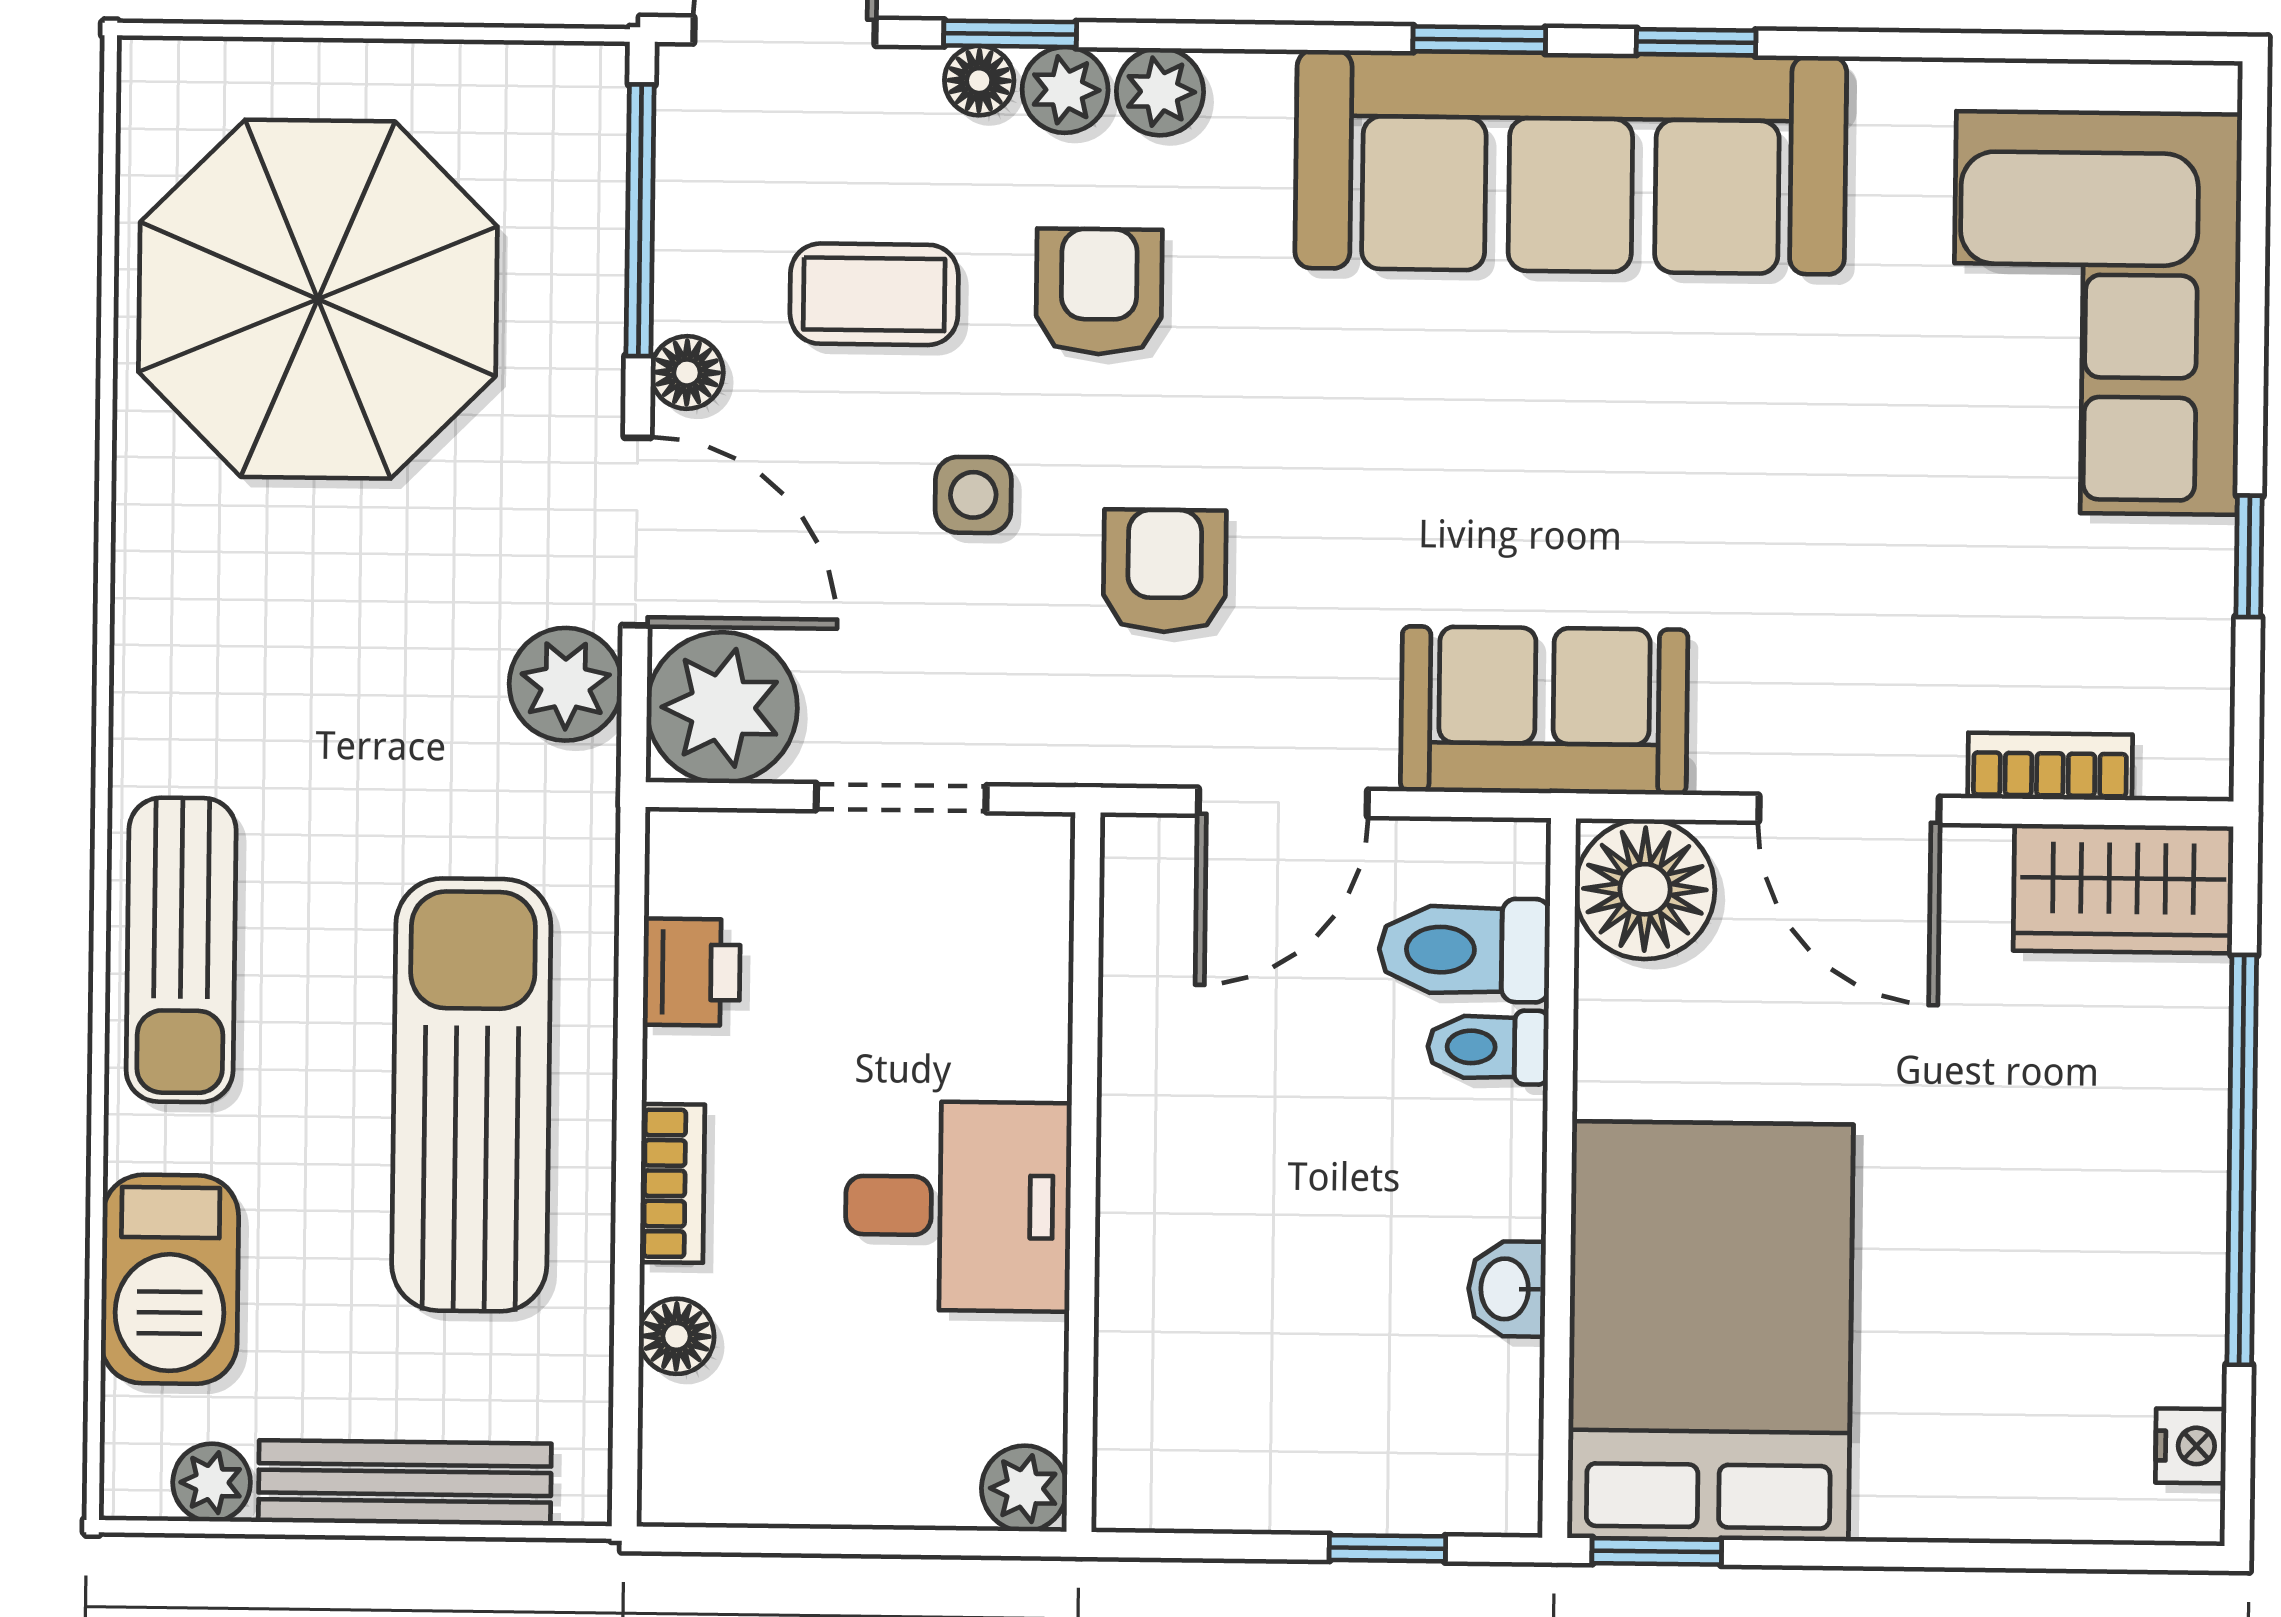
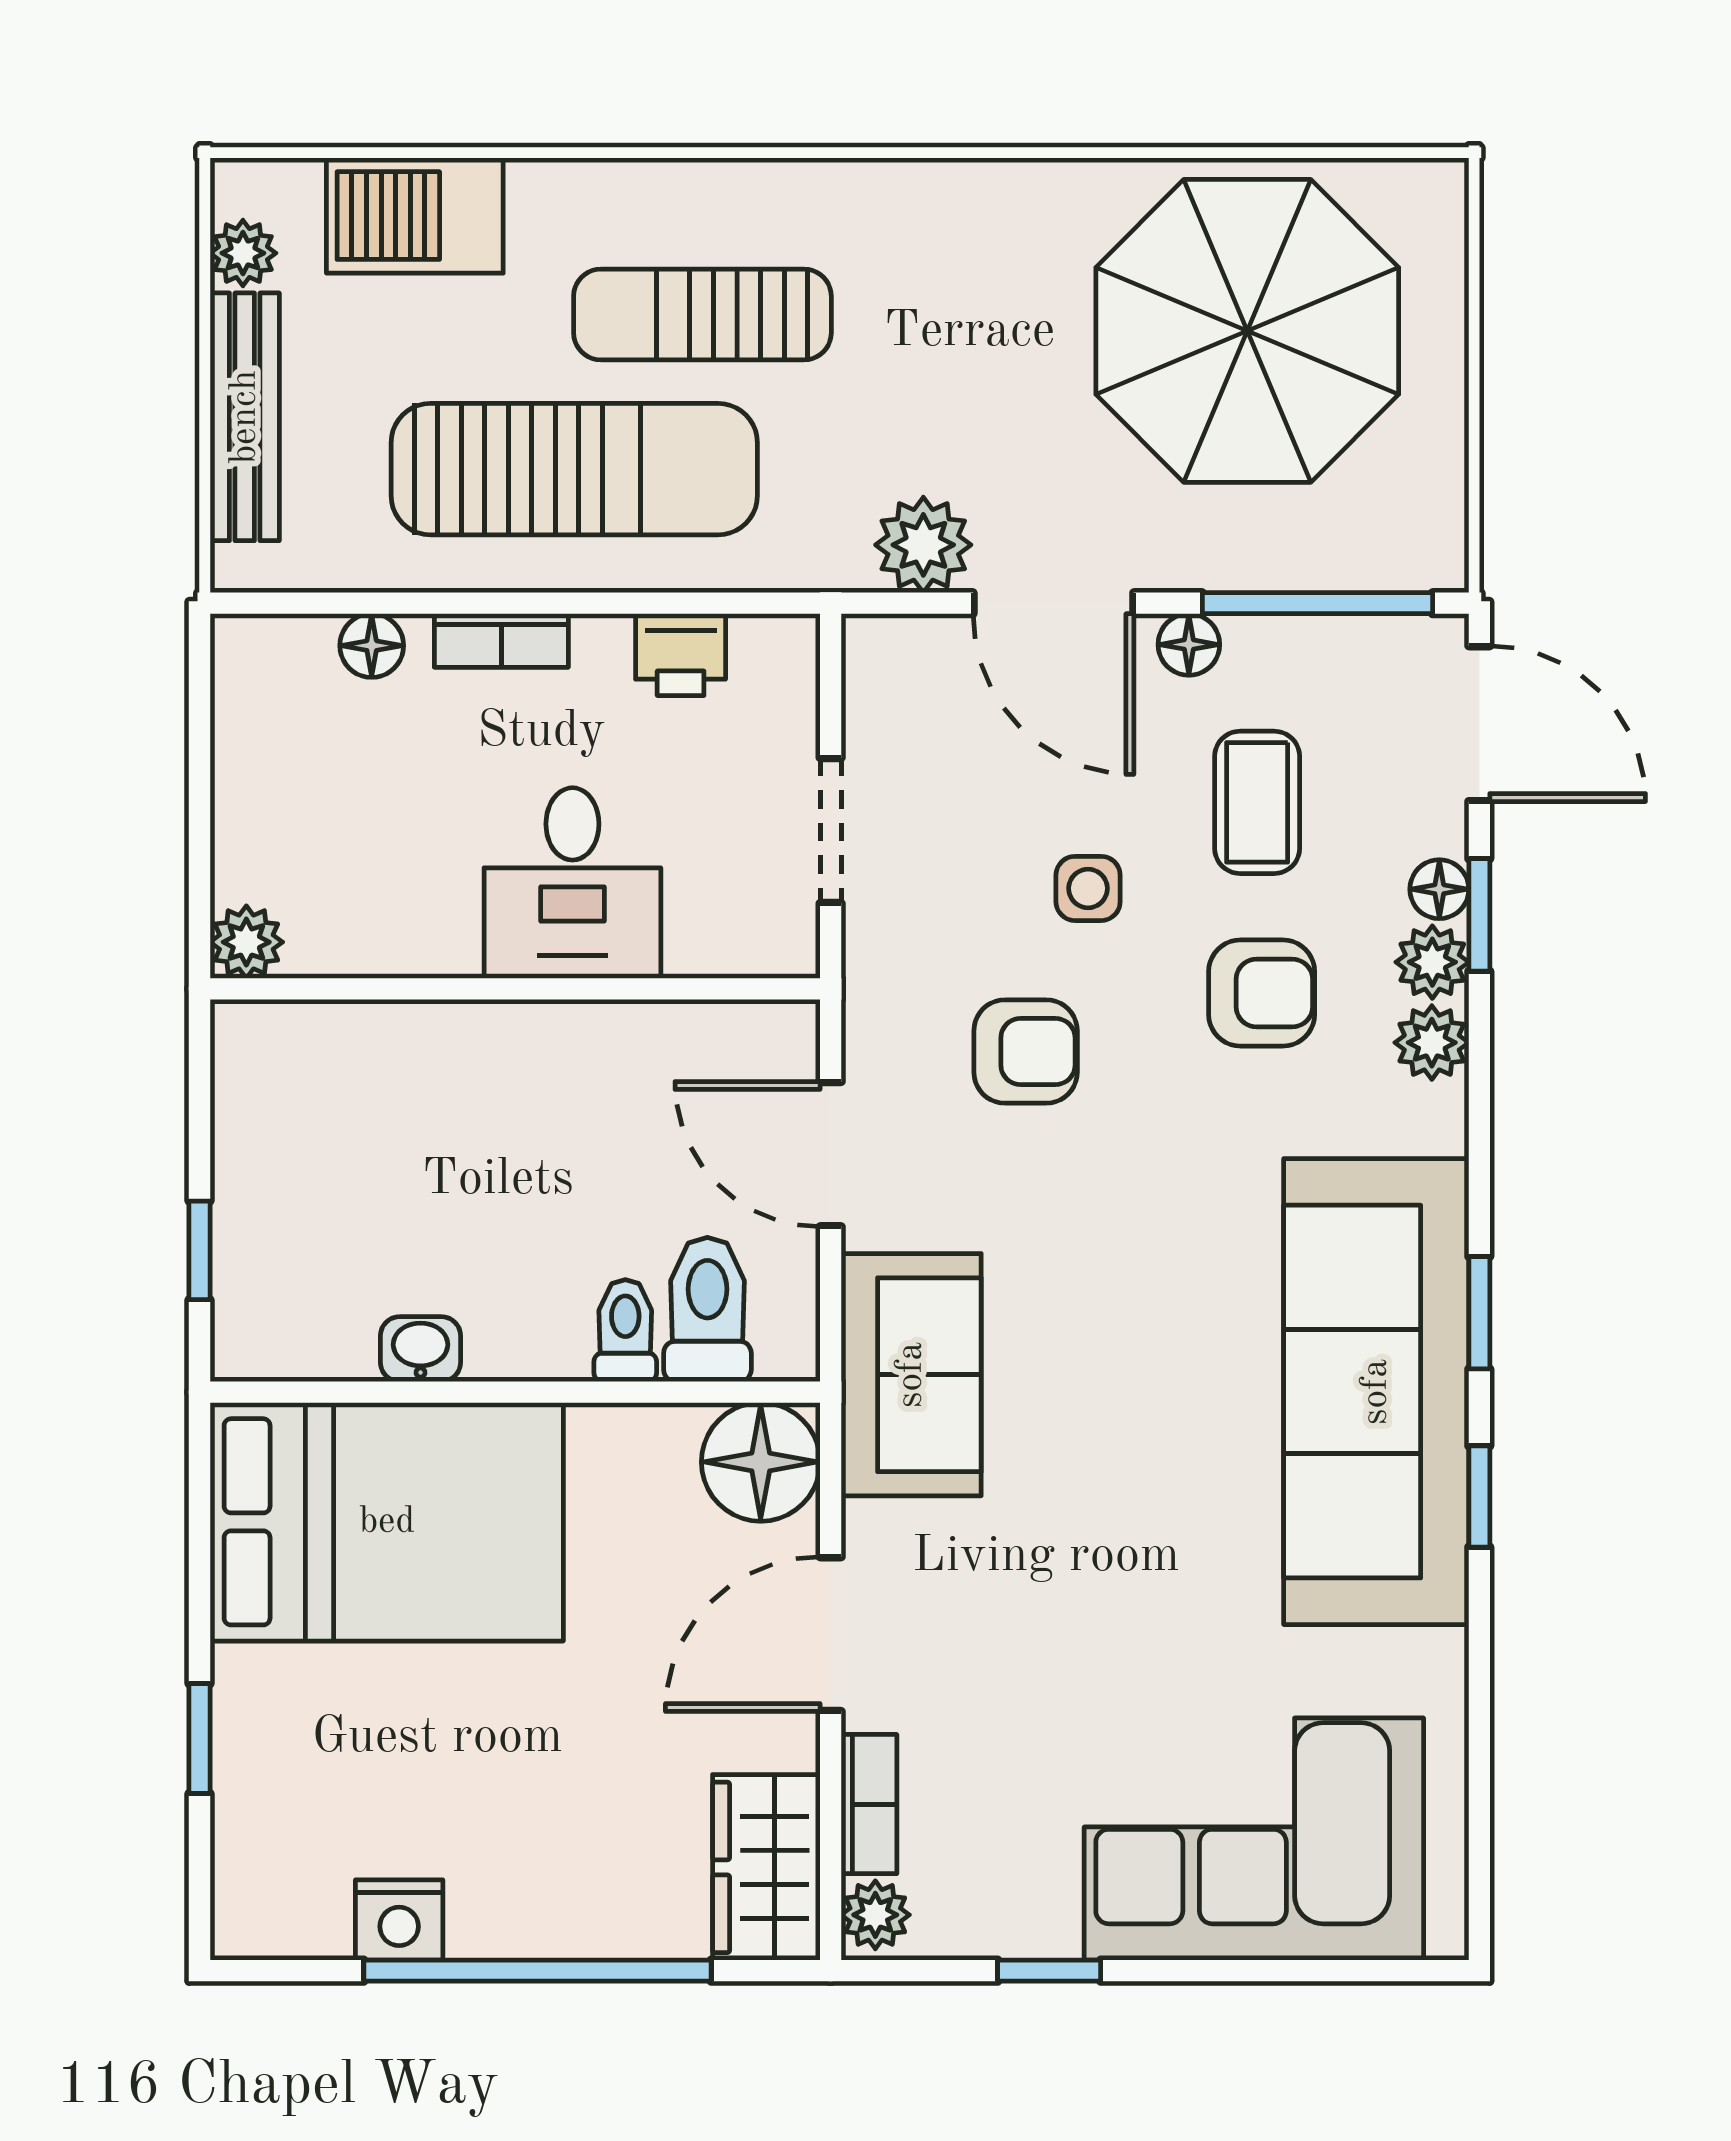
door: (636, 532) -> (1053, 603), hinge flipped
plant: (722, 708) -> (875, 1915), moved, width x0.53, depth x0.53
sun lounger: (181, 950) -> (702, 315), moved
desk: (958, 1206) -> (572, 883), moved
nightstand: (2191, 1446) -> (399, 1920), moved, width x1.39, depth x1.35
window: (1657, 1551) -> (199, 1739), moved

